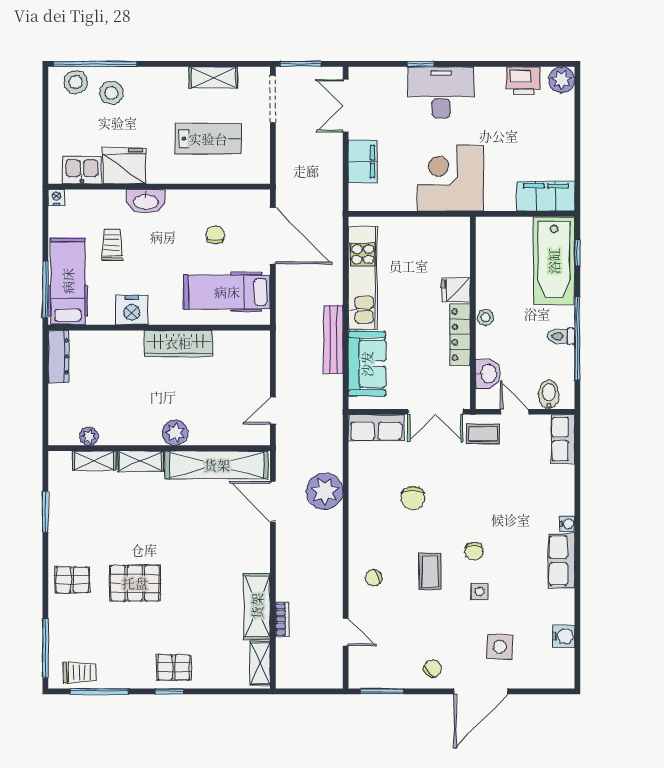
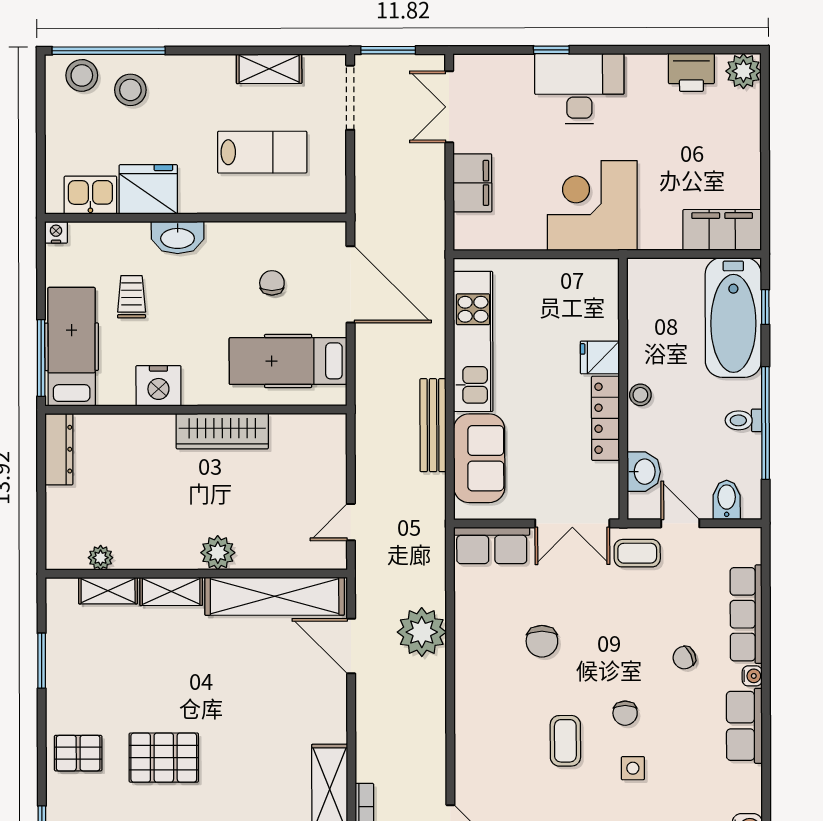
row of seats: (563, 439) -> (746, 614), moved, width x1.48
chair: (373, 578) -> (684, 658), moved

